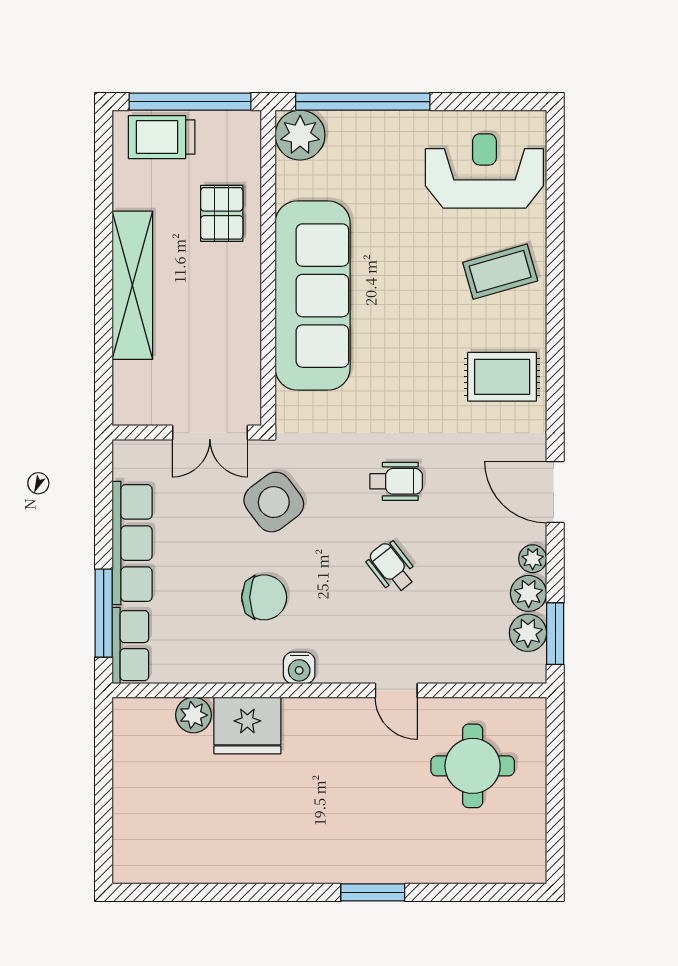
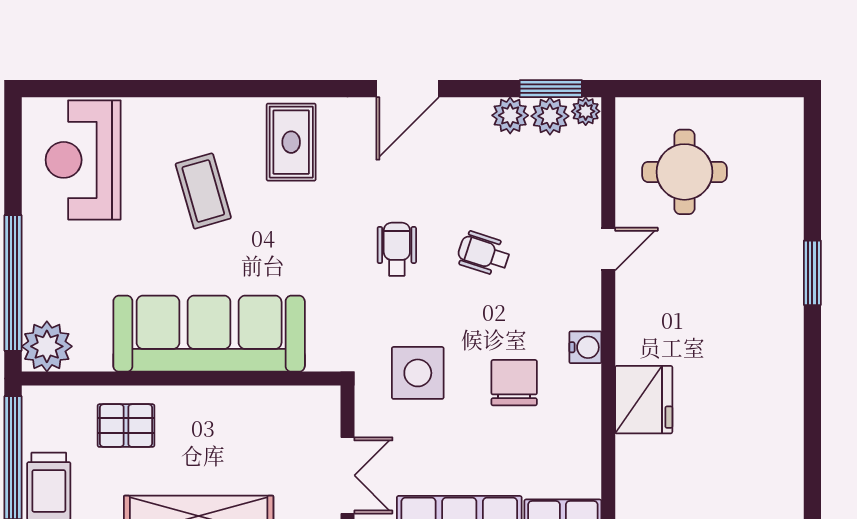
coffee table: (500, 272) -> (203, 191), moved
double door: (210, 433) -> (347, 475), moved
side table: (274, 502) -> (418, 373), turned 37
plant: (533, 559) -> (586, 111), moved
wheelchair: (392, 567) -> (484, 254), turned 56
plant: (193, 715) -> (633, 454), removed

